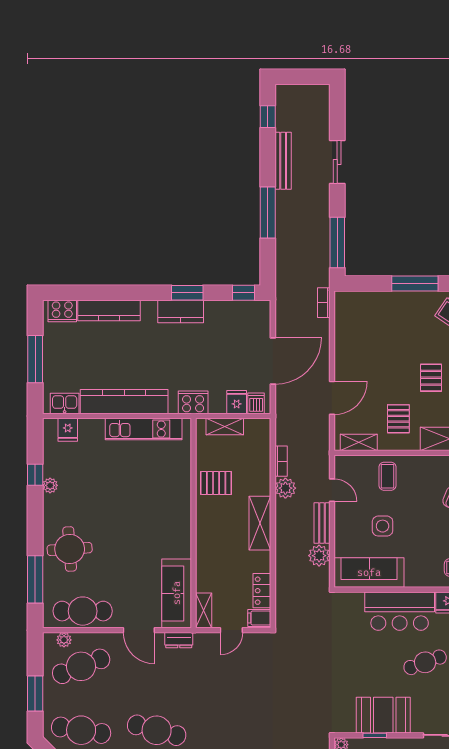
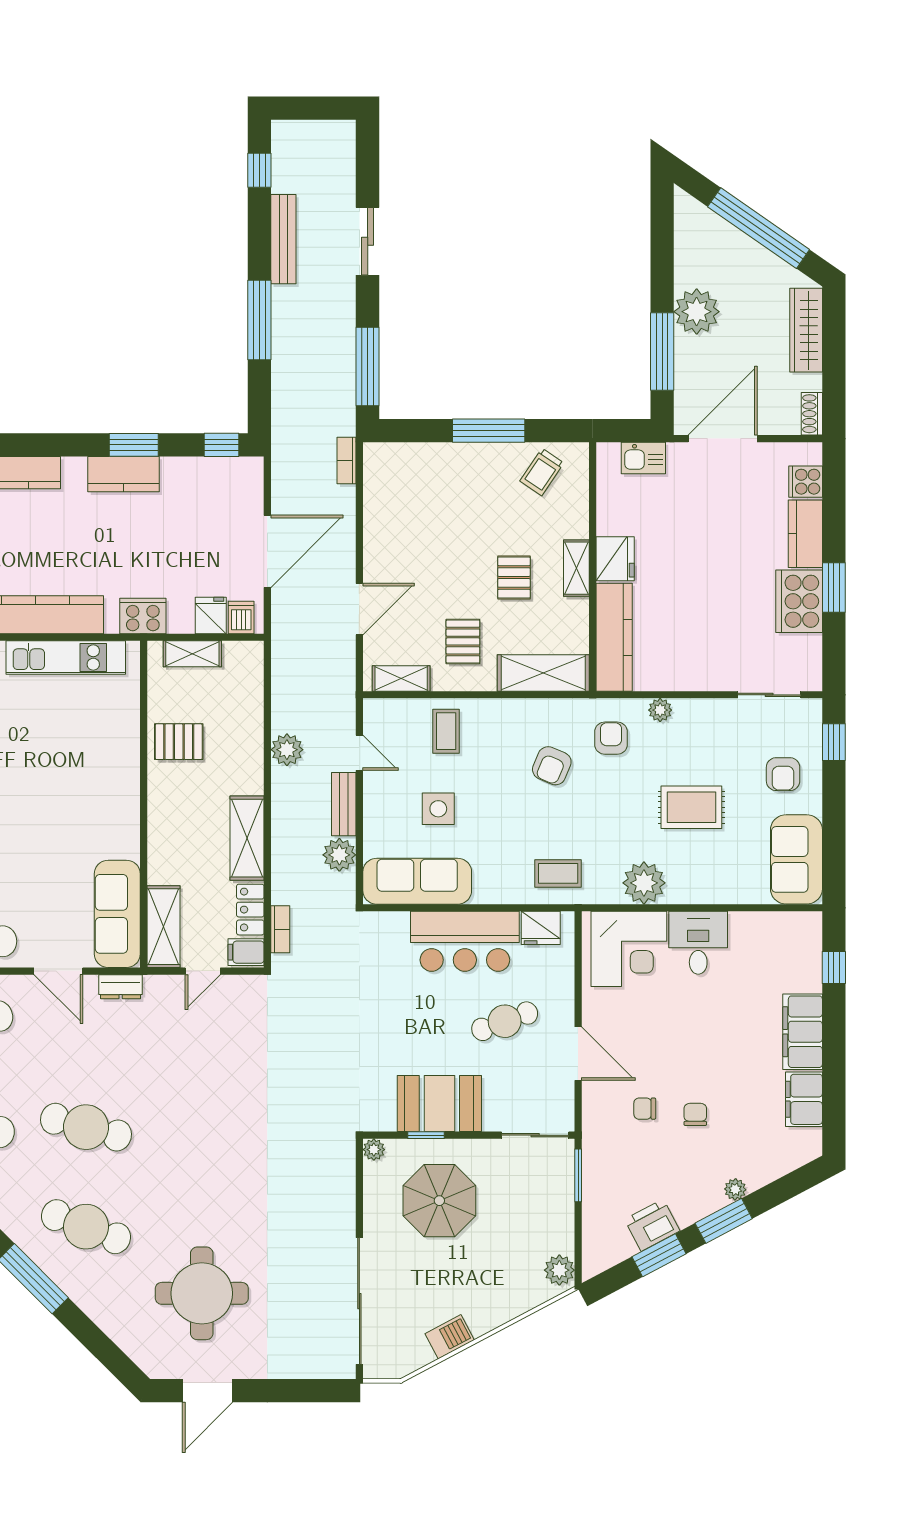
bookcase: (281, 461) -> (280, 929), moved
shelving: (260, 523) -> (247, 838), moved
shelving: (204, 610) -> (163, 927), width x1.50, depth x1.33

